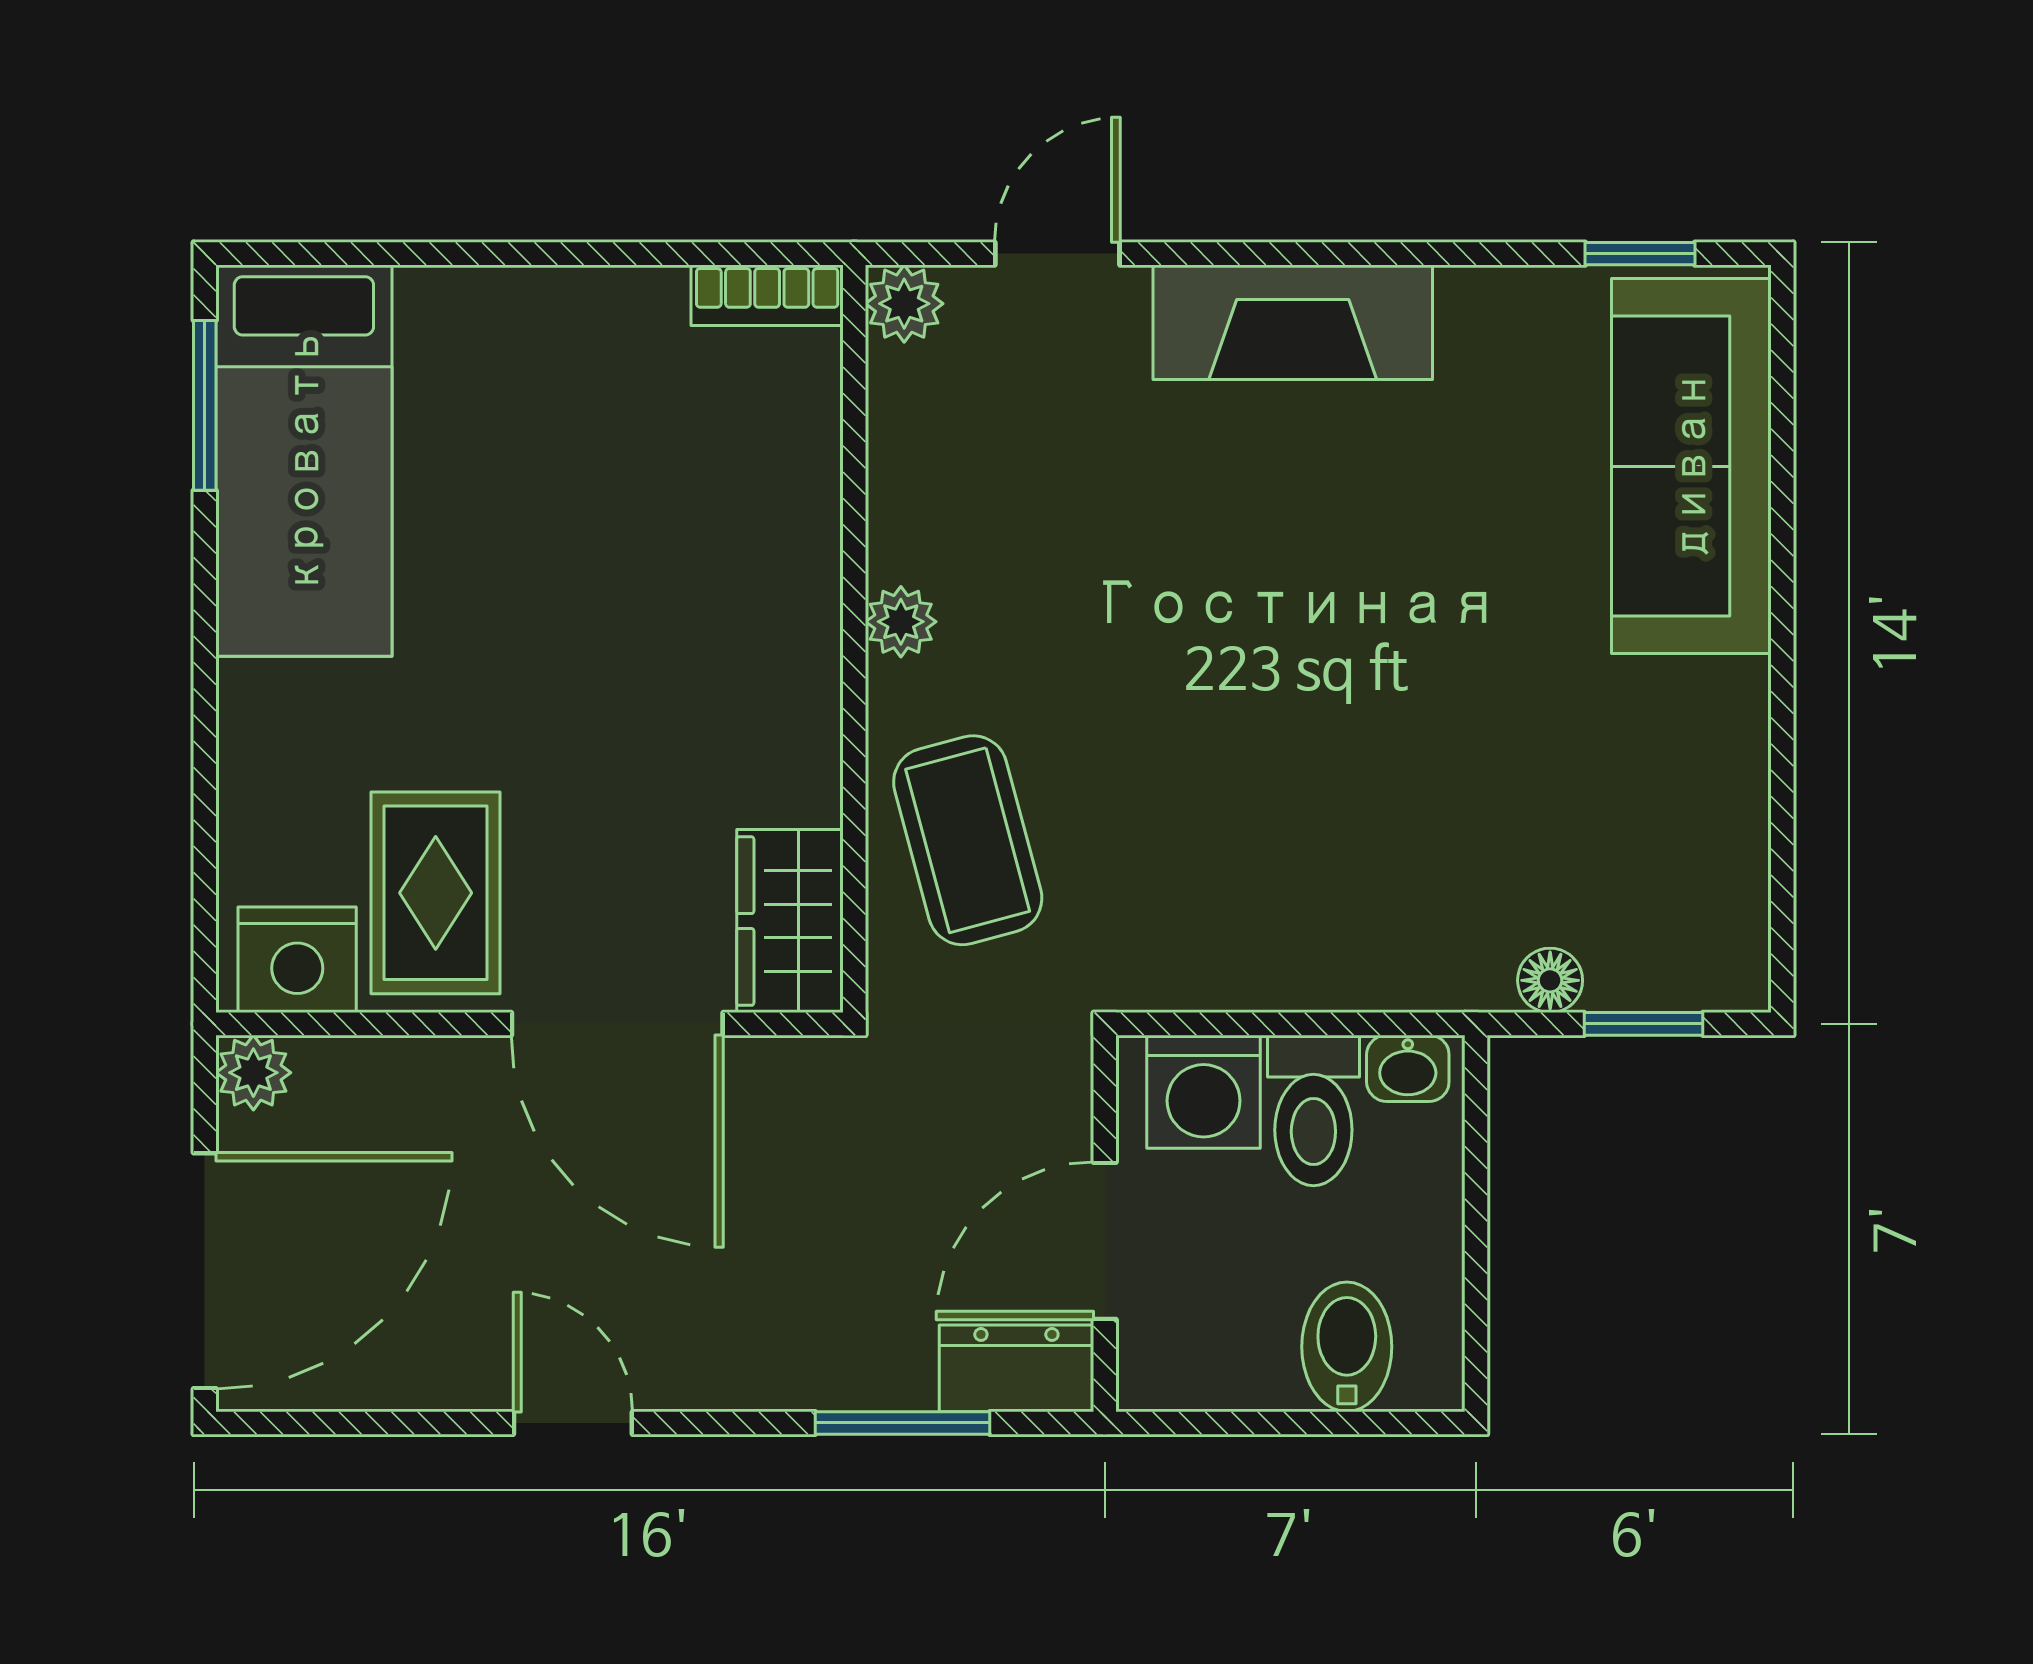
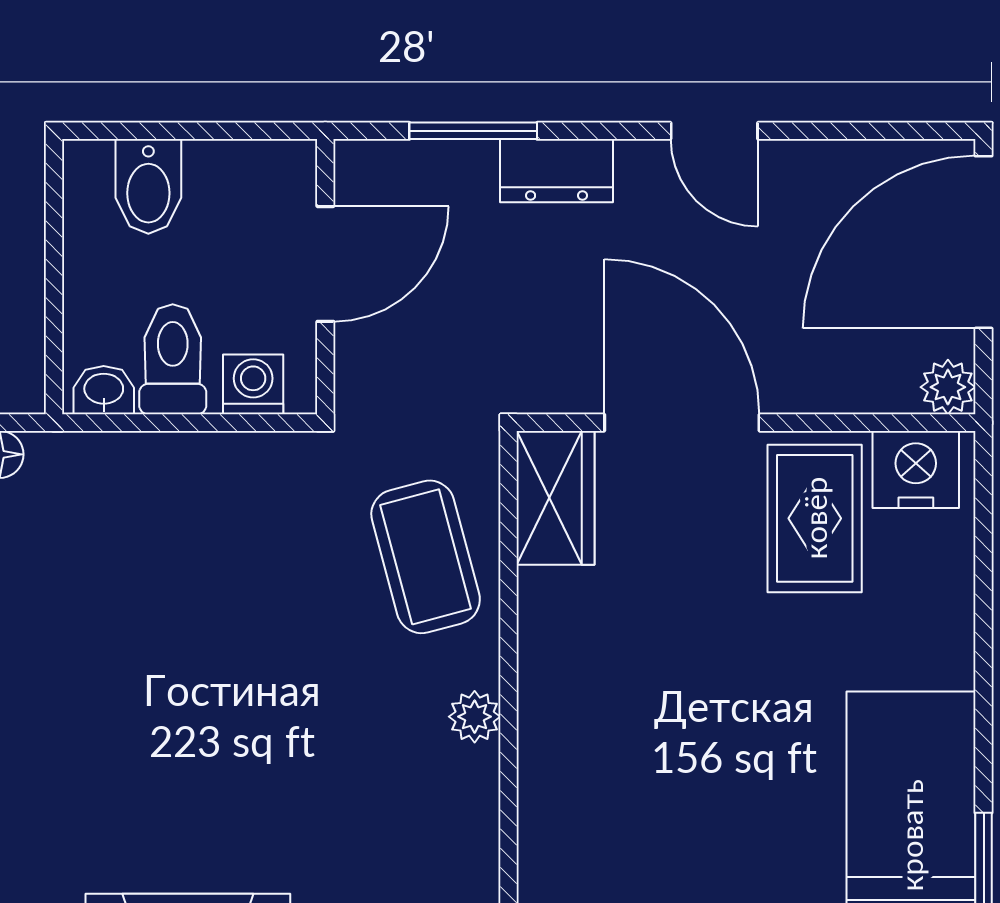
washing machine: (1204, 1092) -> (253, 384), width x0.73, depth x0.73
dresser: (1016, 1368) -> (557, 171), moved

